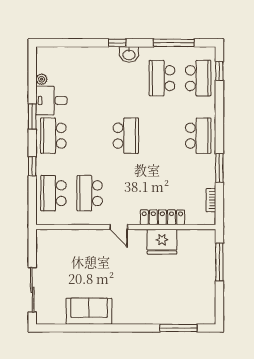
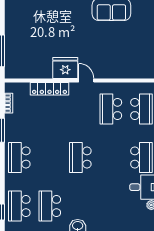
school desk: (162, 78) -> (50, 206), turned 180
school desk: (90, 193) -> (111, 109), turned 180
fridge: (162, 242) -> (65, 68), moved

